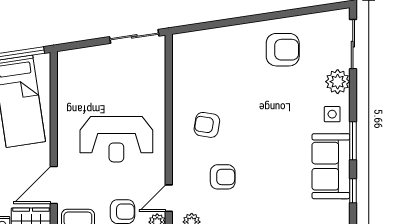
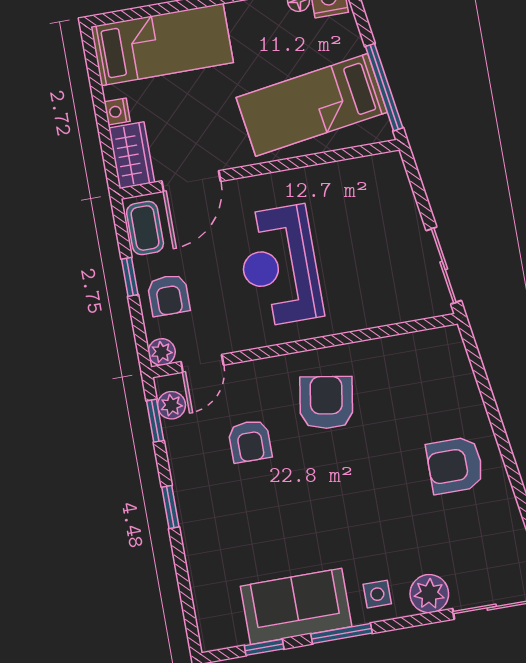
armchair: (283, 50) -> (455, 465), moved, turned 90
armchair: (207, 125) -> (326, 402), width x1.38, depth x1.38
door: (54, 185) -> (191, 181), swing flipped
door: (169, 198) -> (202, 363), swing flipped

